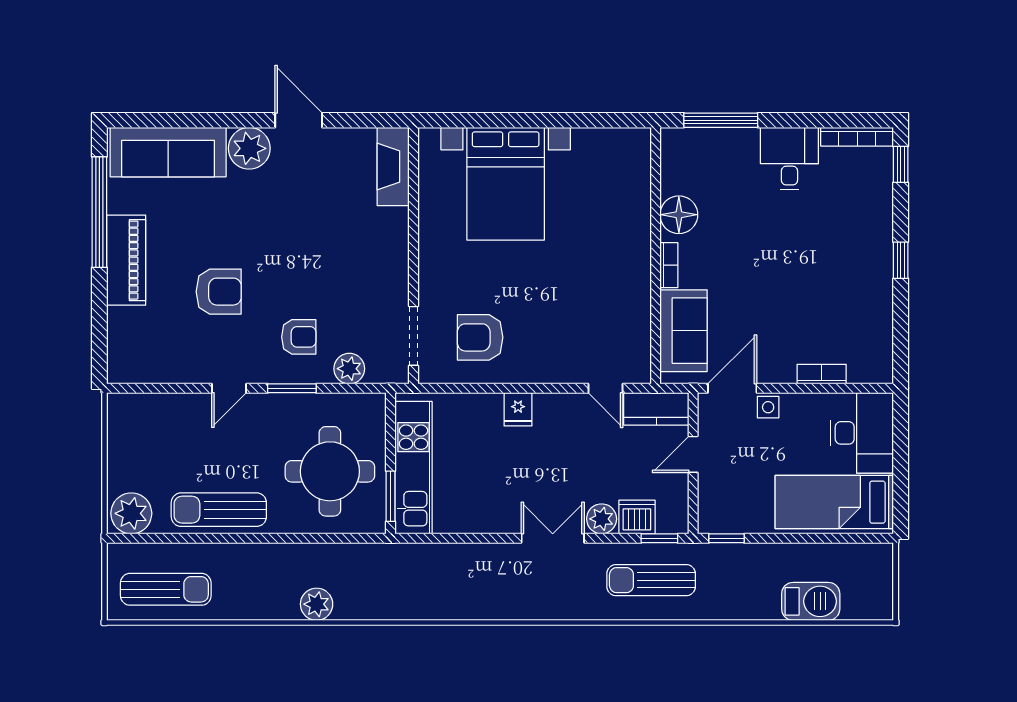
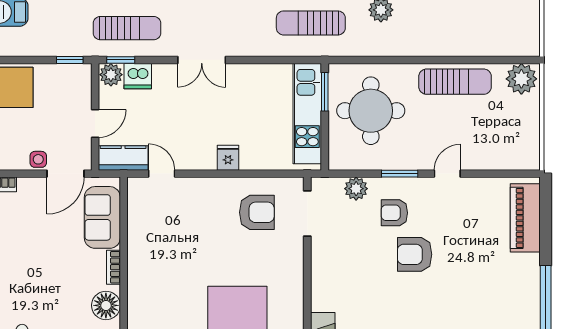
piano: (126, 260) -> (525, 218), moved
armchair: (219, 292) -> (415, 254), moved
plant: (602, 519) -> (111, 75), moved
sun lounger: (166, 589) -> (311, 23), moved

